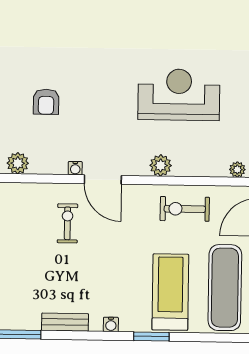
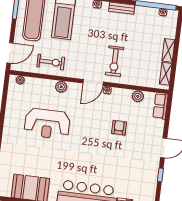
door: (103, 180) -> (93, 83), swing flipped
exercise bike: (67, 223) -> (115, 61), width x1.38, depth x1.39

